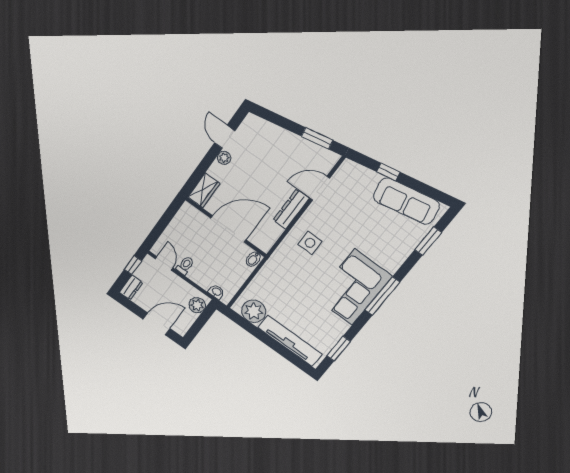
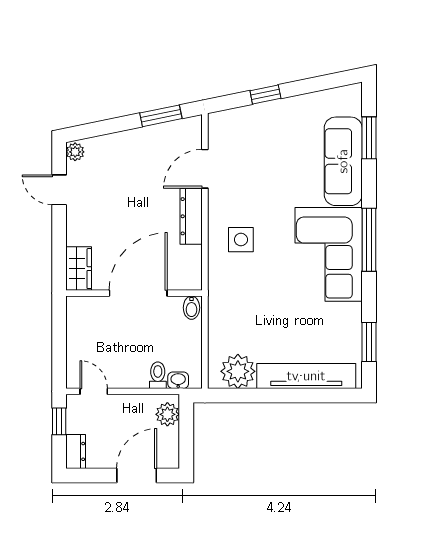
plant: (224, 158) -> (75, 152), moved
sofa: (406, 201) -> (343, 161), moved, turned 102
toilet: (185, 265) -> (158, 375), moved

